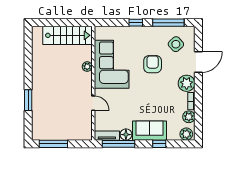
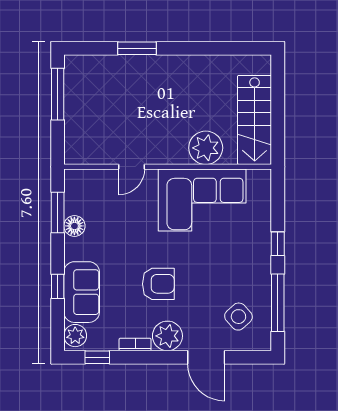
armchair: (153, 64) -> (158, 284), moved
plant: (87, 67) -> (206, 148), width x1.88, depth x1.88
plant: (189, 117) -> (107, 340), removed
window: (198, 122) -> (97, 357), added
sofa: (150, 131) -> (82, 292), moved
tv unit: (107, 136) -> (73, 191), removed
window: (119, 144) -> (58, 212), width x0.69

